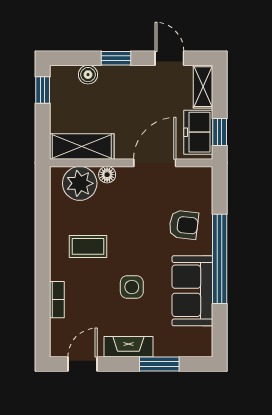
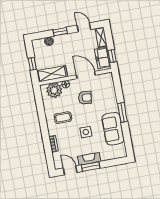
window: (43, 90) -> (32, 64), moved
door: (155, 163) -> (86, 75), hinge flipped
armchair: (184, 225) -> (85, 98), moved
window: (220, 259) -> (123, 112), width x0.47
door: (83, 364) -> (70, 170), hinge flipped
window: (159, 364) -> (91, 167), moved

